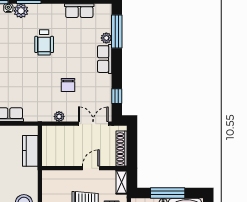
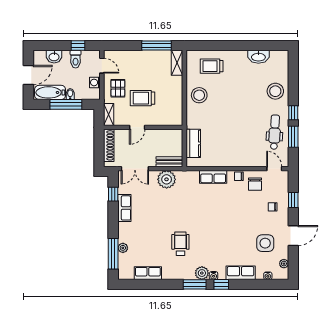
row of seats: (105, 59) -> (124, 208), moved
chair: (68, 85) -> (158, 204), removed
plant: (59, 117) -> (167, 179), width x1.88, depth x1.88
bench: (56, 131) -> (169, 162), added

